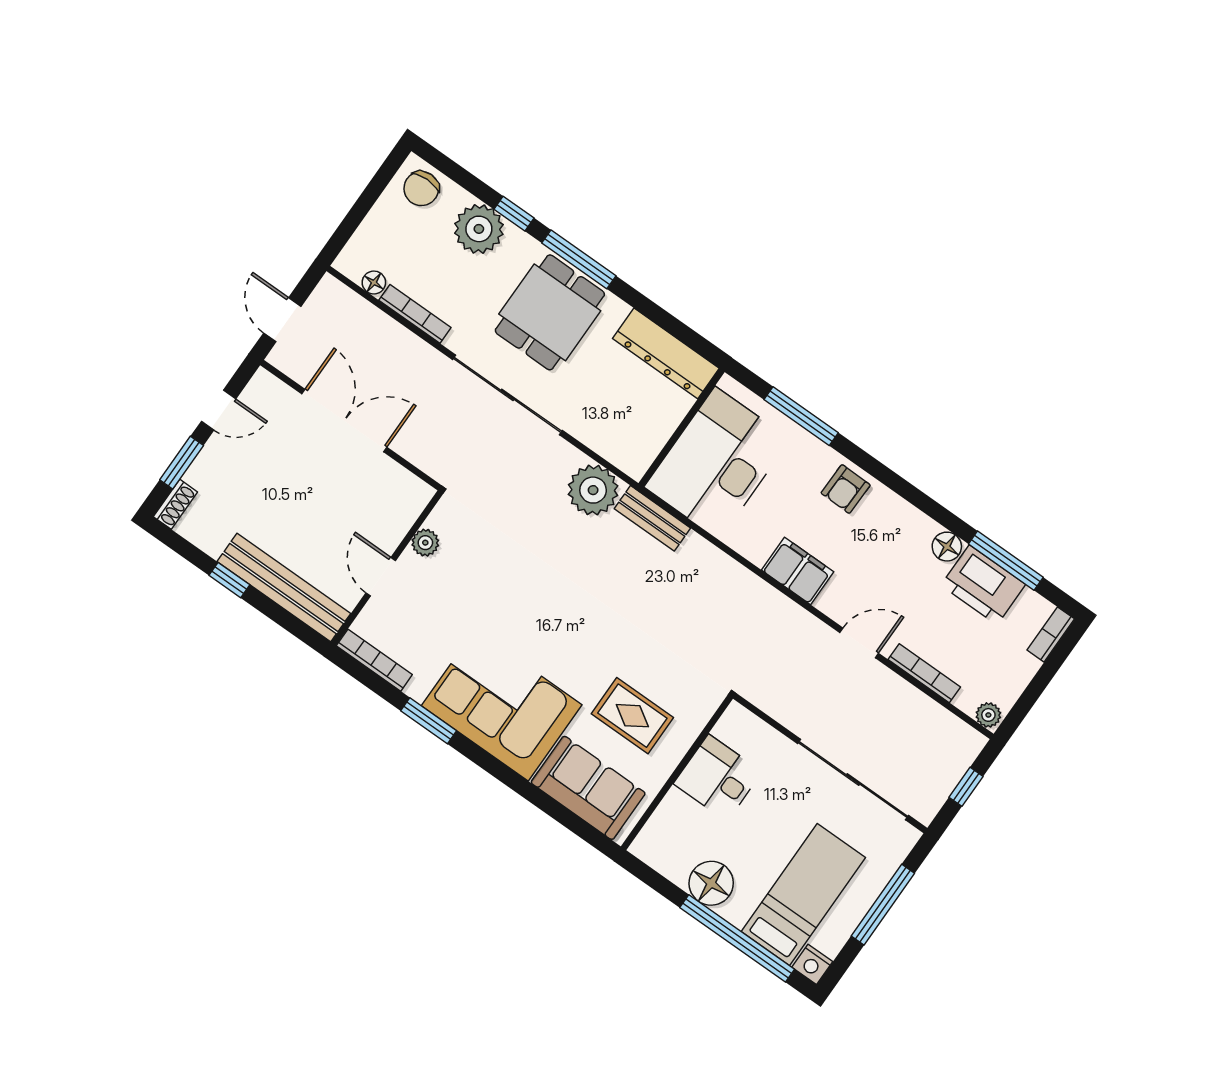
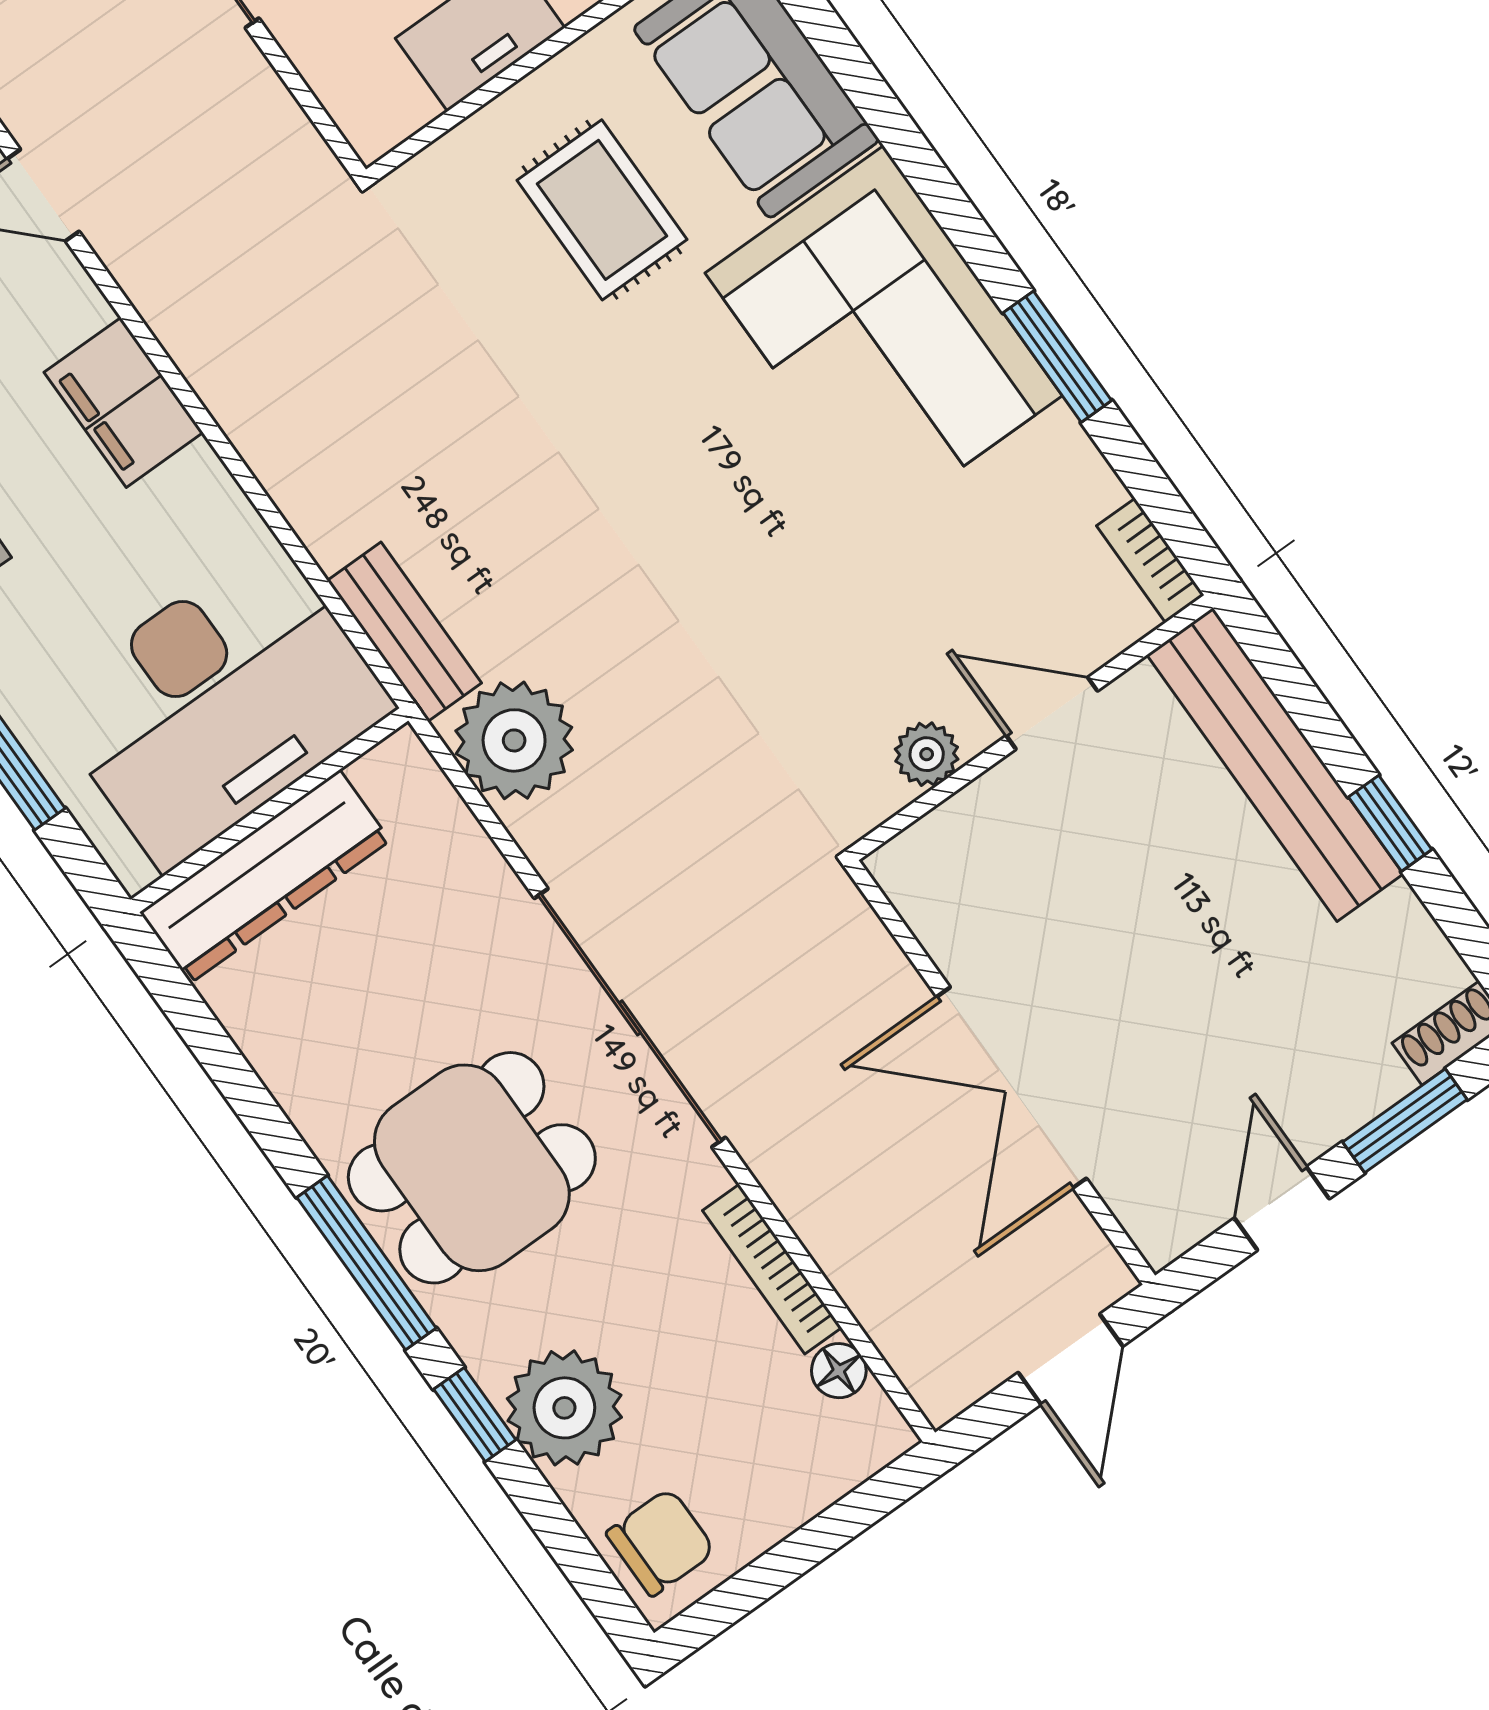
dresser: (666, 353) -> (265, 876), moved, turned 90
door: (219, 410) -> (1282, 1208), hinge flipped
door: (381, 577) -> (1052, 713), swing flipped
bookcase: (374, 660) -> (1150, 560), width x0.64

